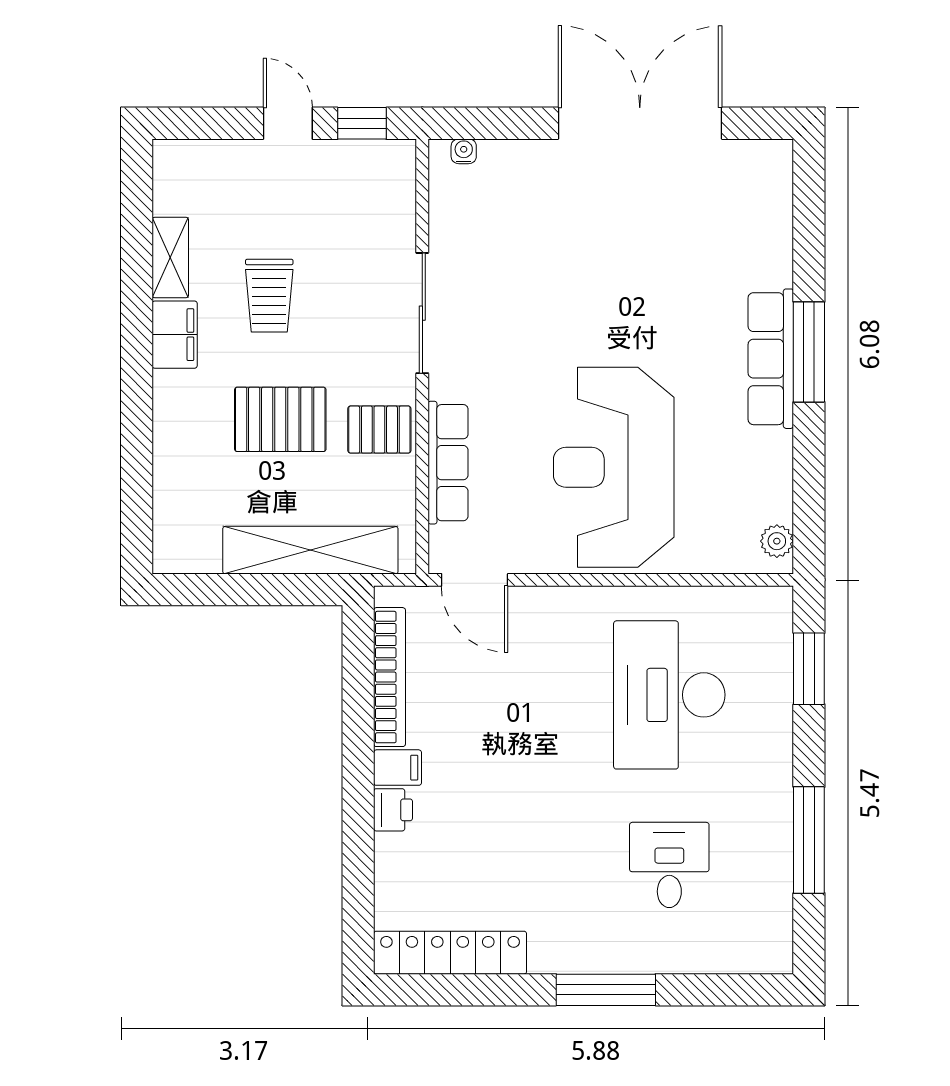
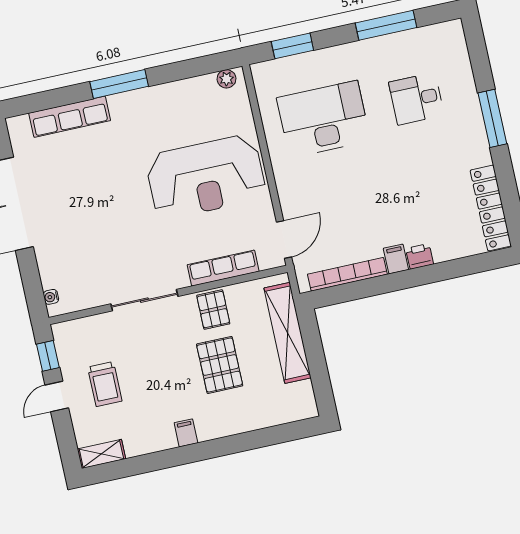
shelving: (170, 257) -> (101, 454), moved
trolley: (269, 296) -> (105, 384), moved, turned 90
filing cabinet: (175, 335) -> (186, 433), width x0.50
row of seats: (771, 359) -> (70, 117), moved
desk: (669, 695) -> (324, 119), turned 180

